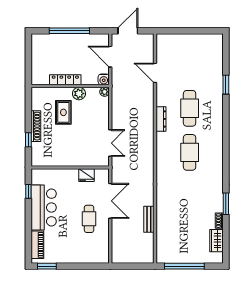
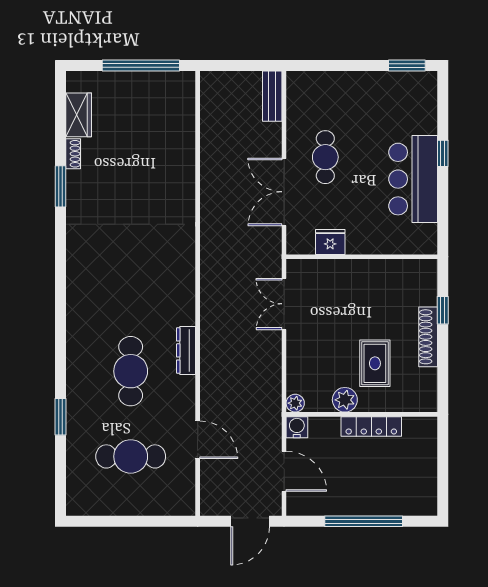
cafe table: (190, 152) -> (131, 456), moved, turned 90
window: (28, 191) -> (443, 153), moved
bench: (149, 219) -> (272, 96), moved
piano: (37, 245) -> (425, 107), removed

